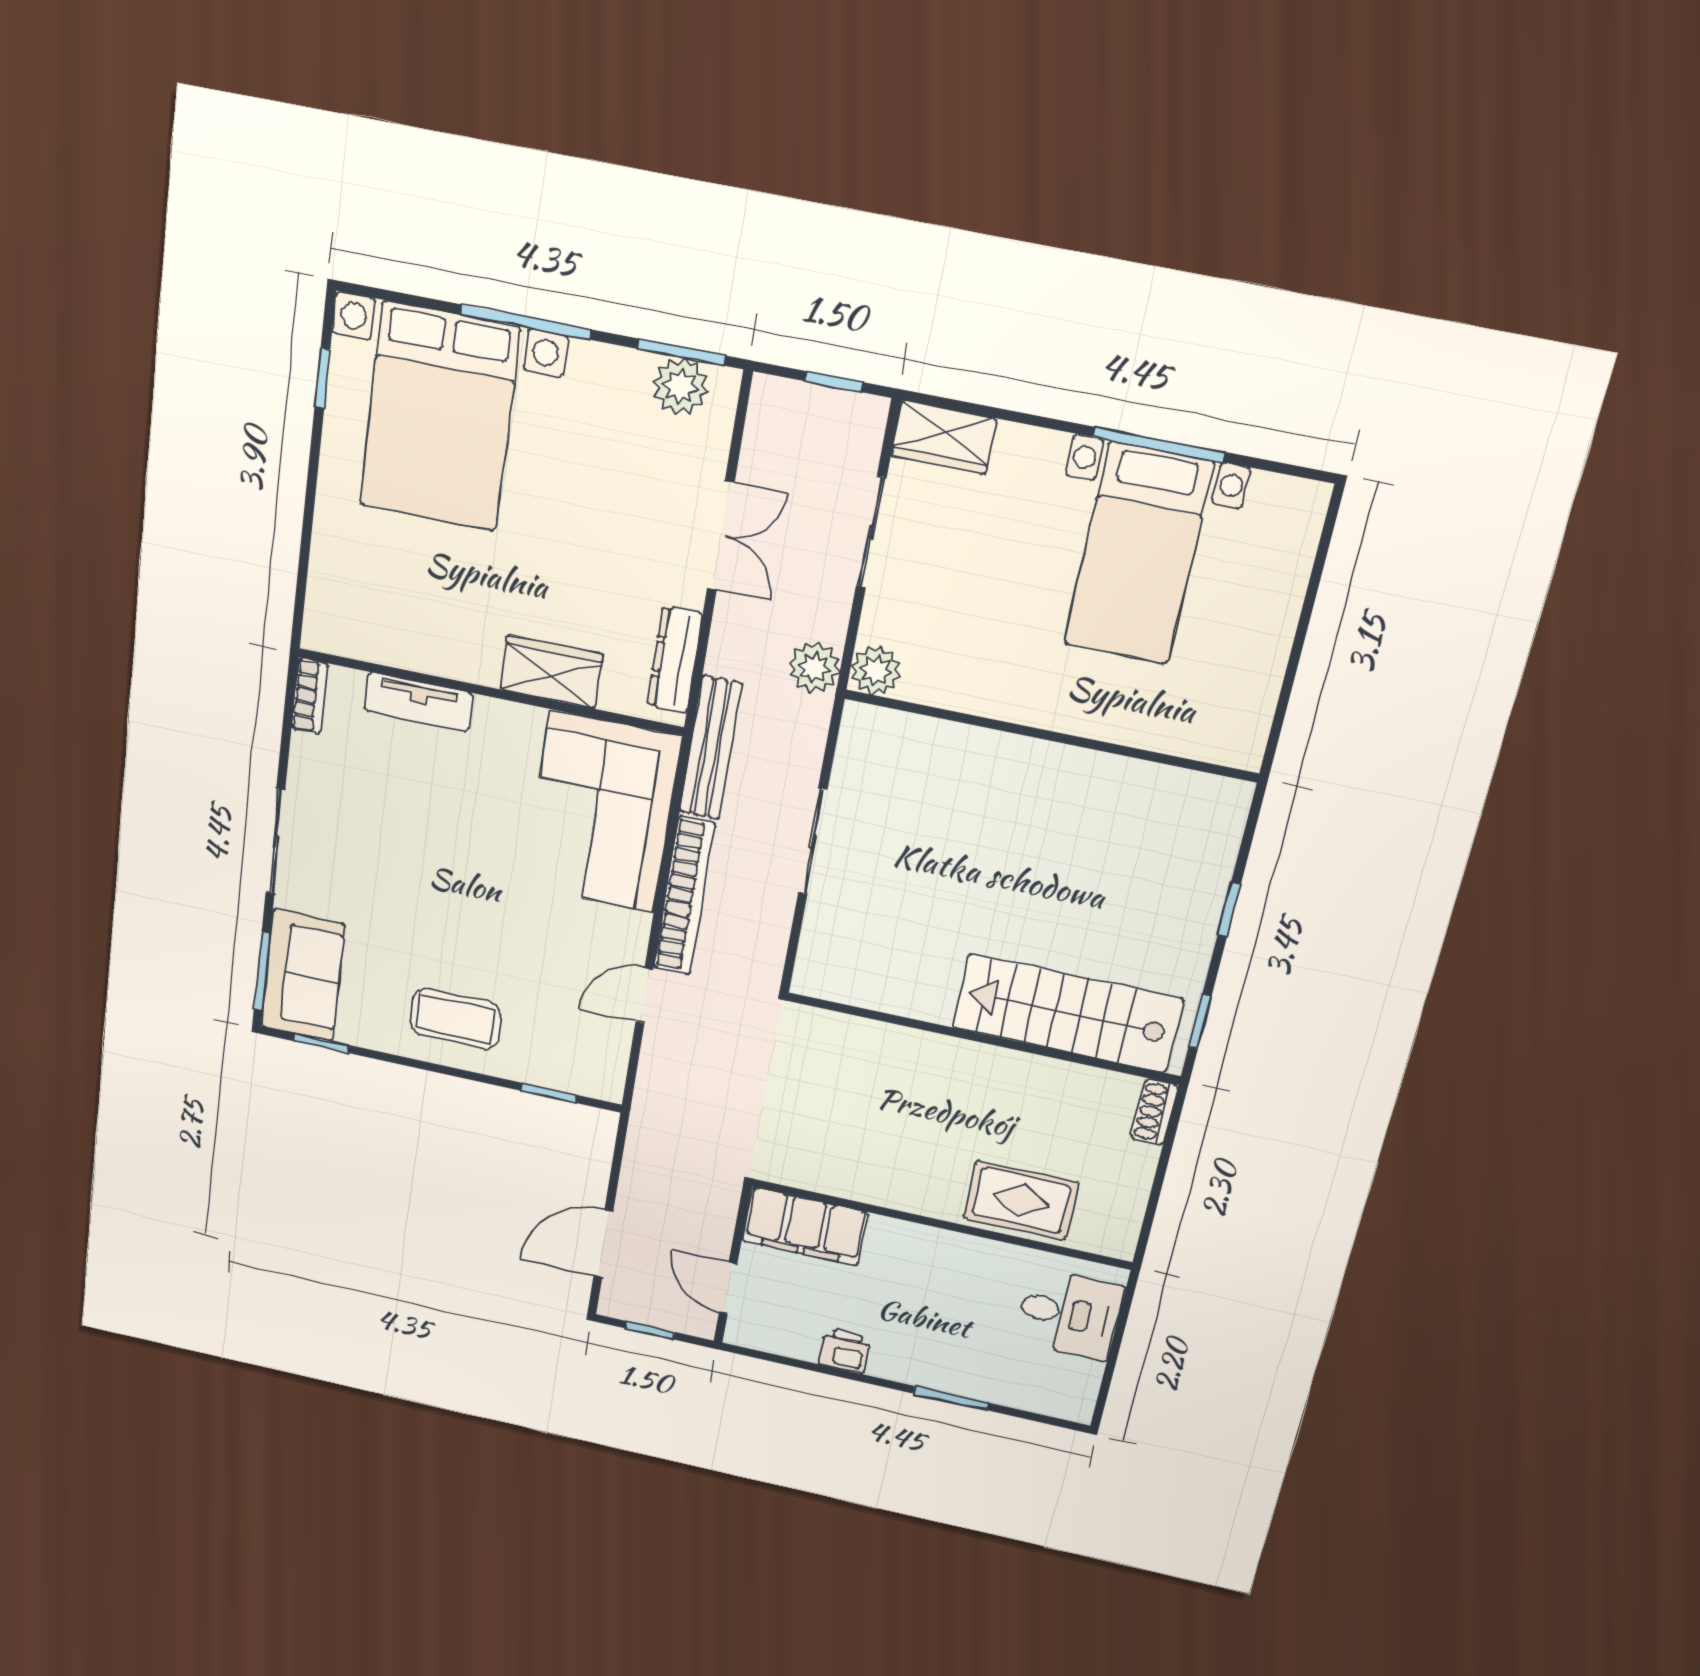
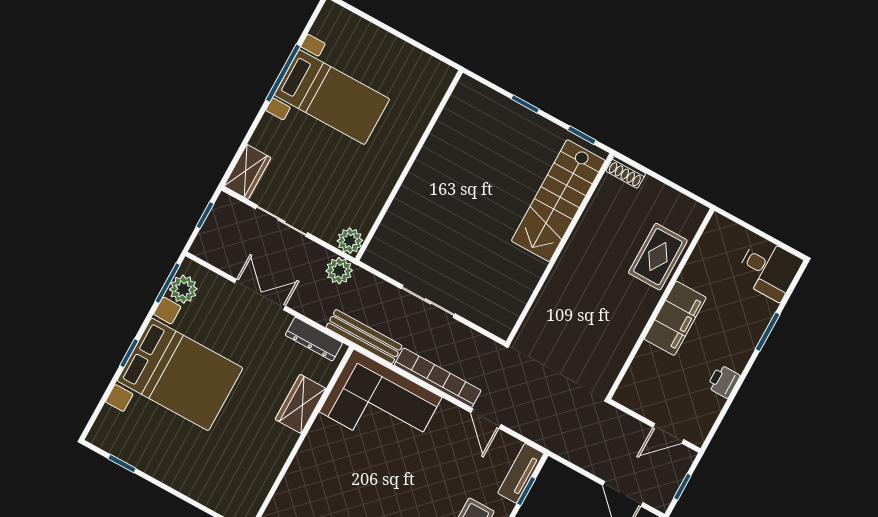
window: (525, 322) -> (129, 353), width x0.46
bed with nightstands: (439, 417) -> (180, 374), moved
tv unit: (418, 702) -> (521, 473), moved, turned 180
filing cabinet: (805, 1227) -> (675, 318), moved
desk: (1069, 1314) -> (769, 269), moved, turned 90

